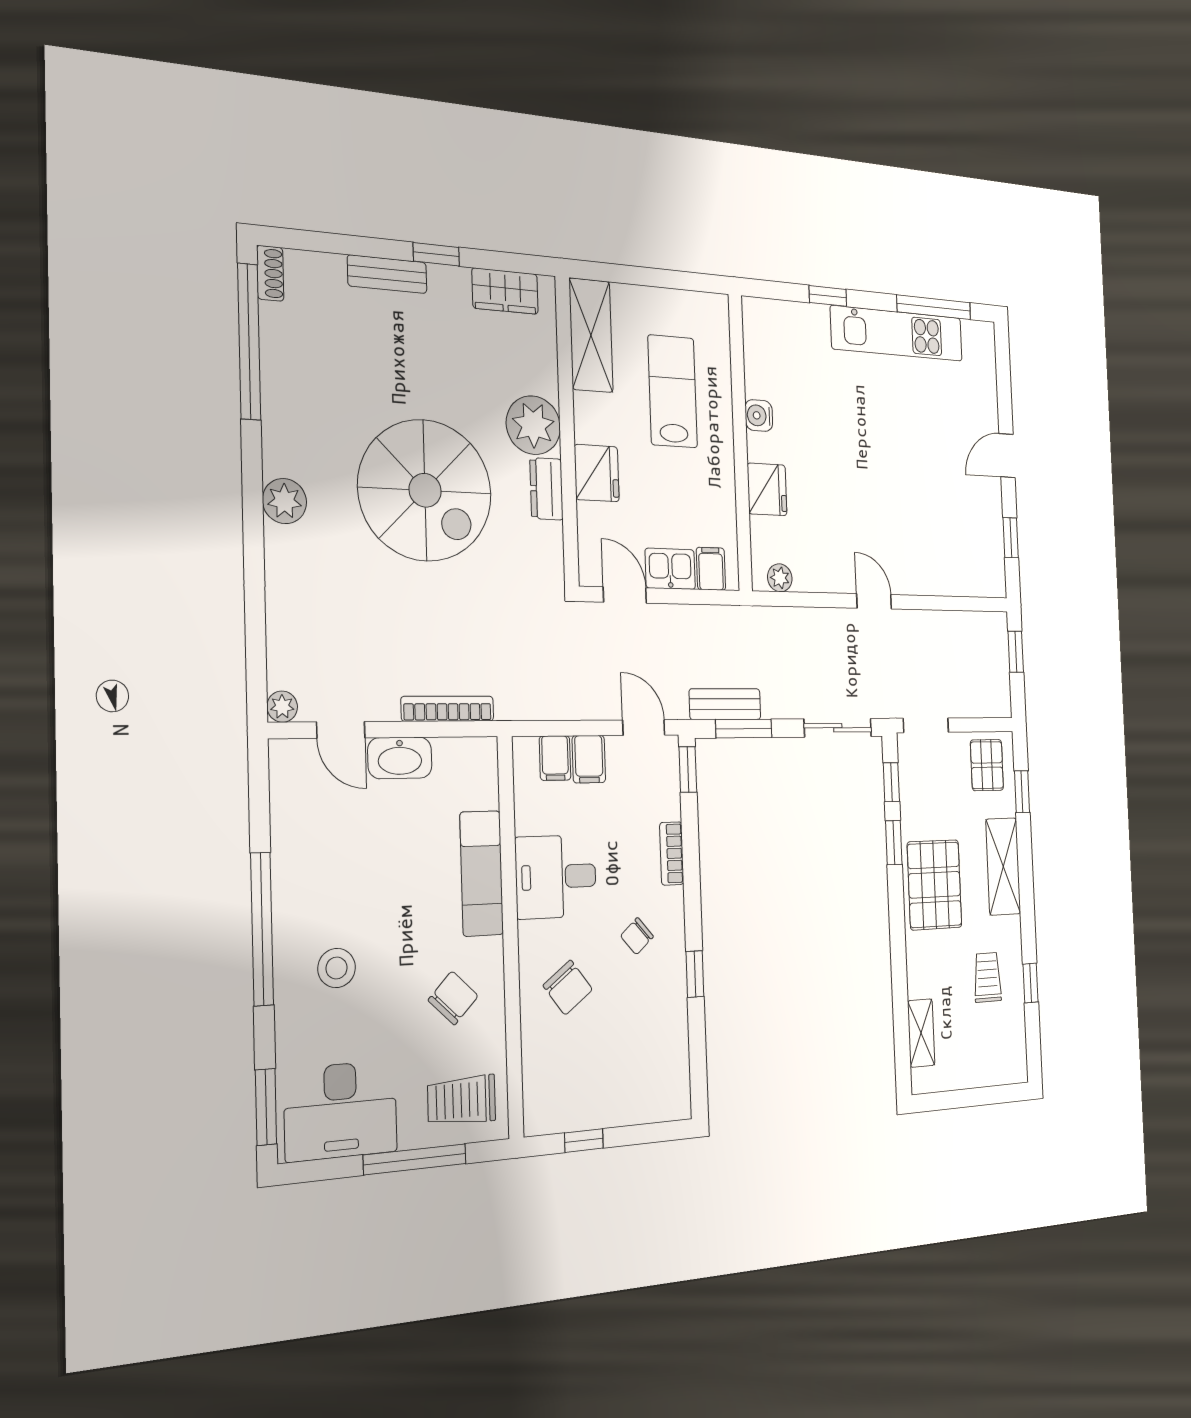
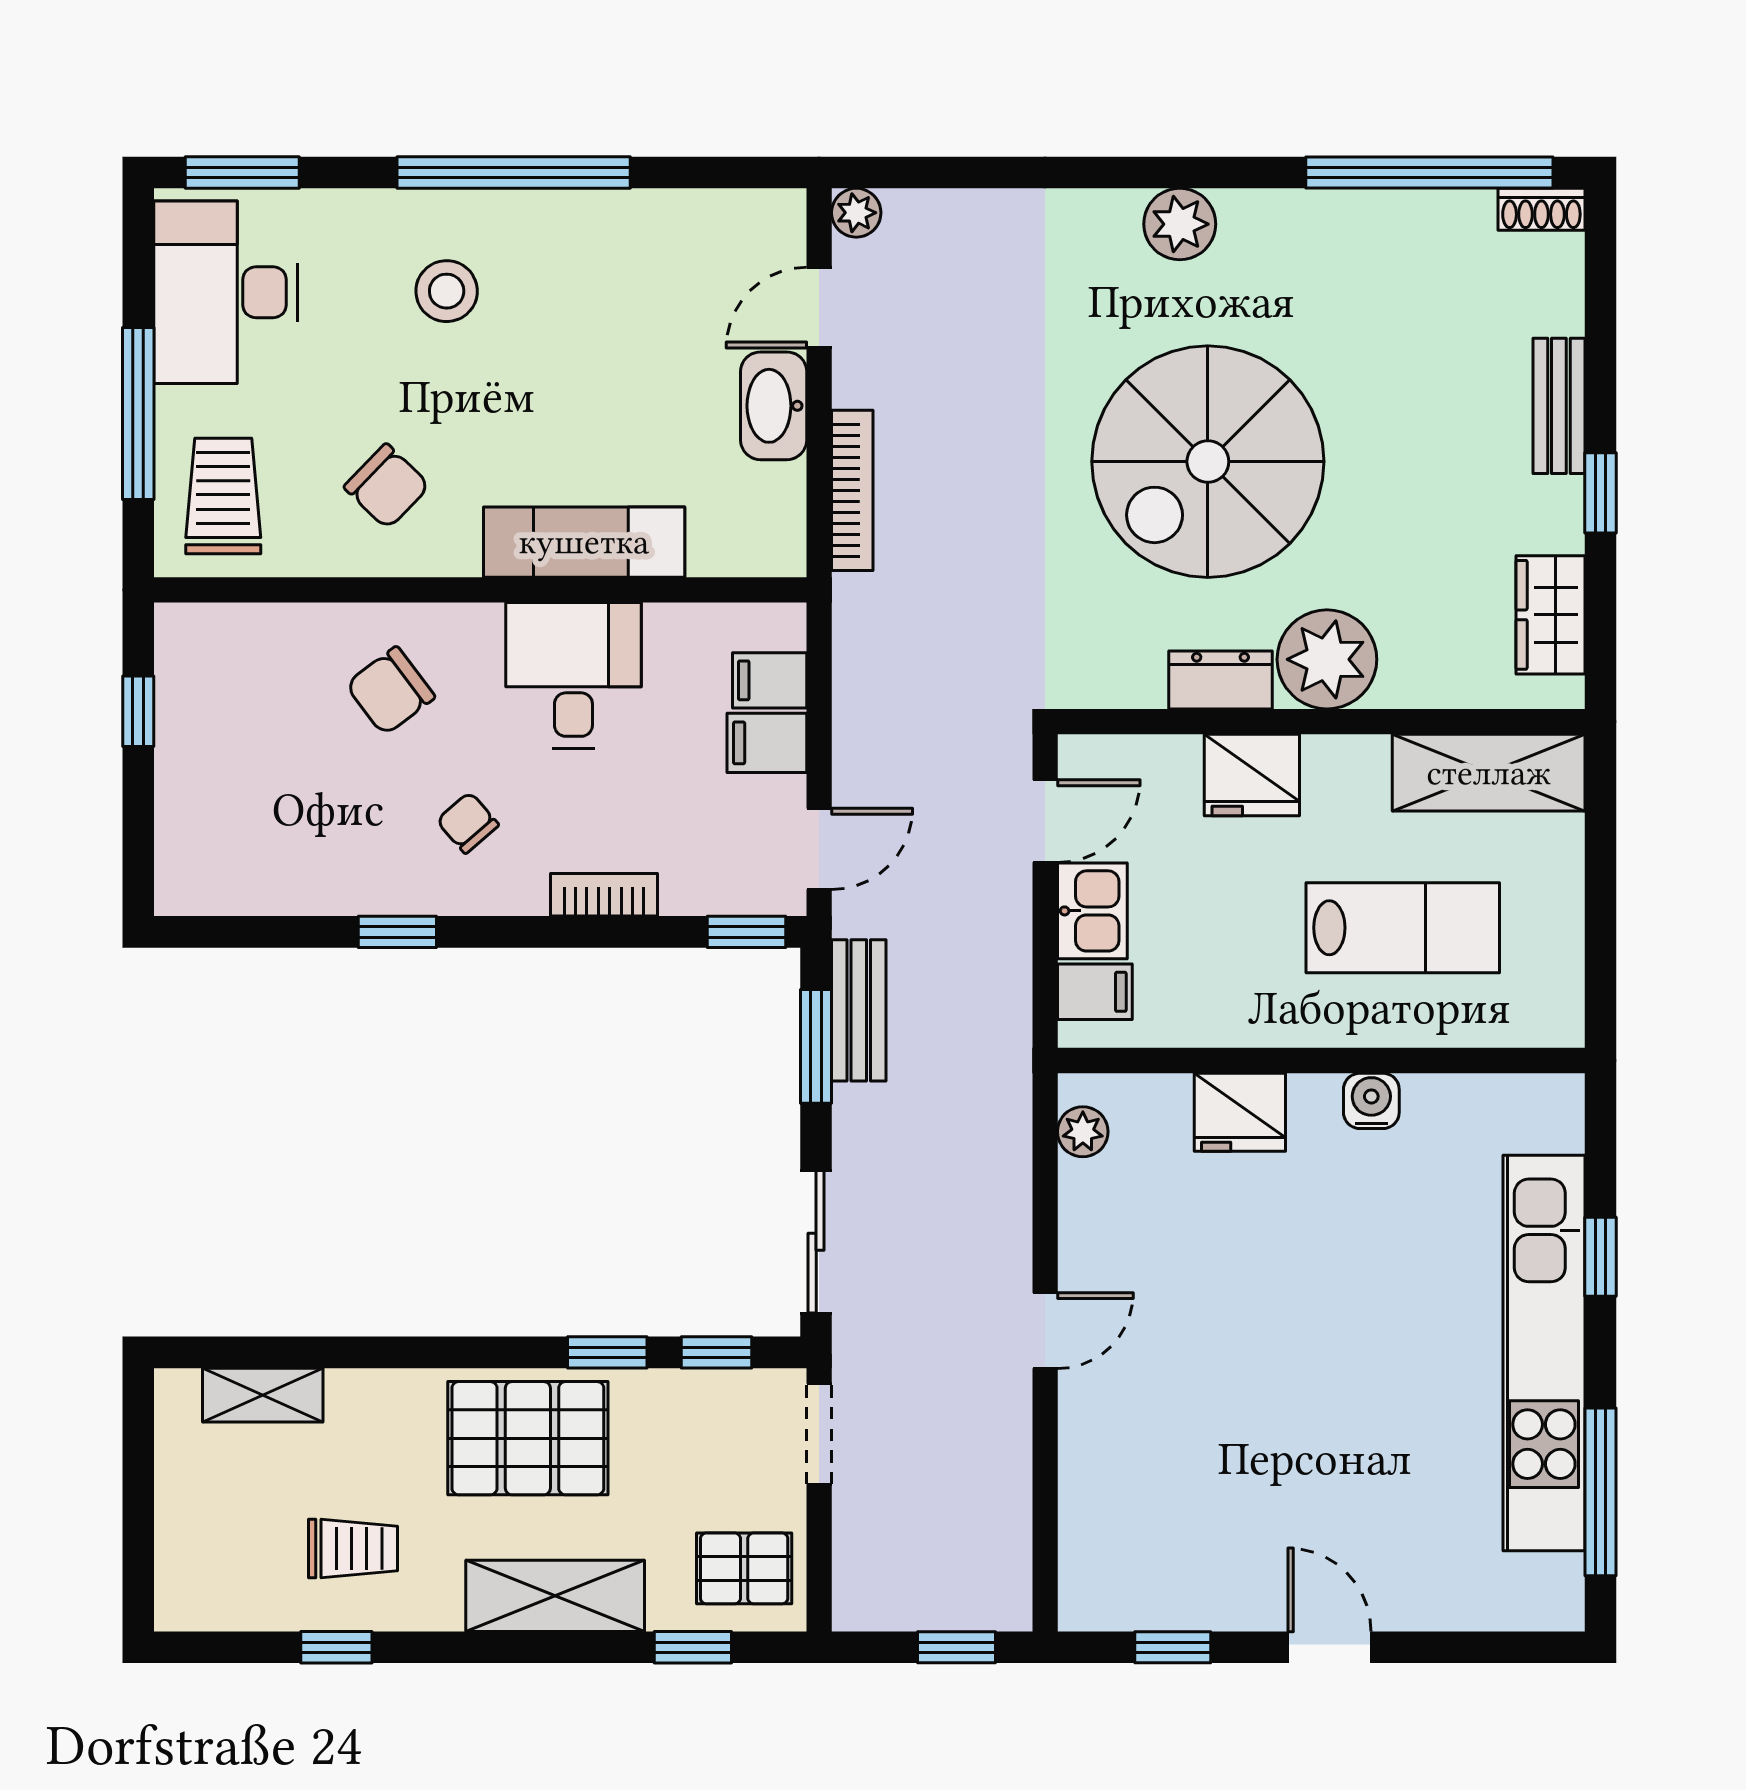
kitchen unit: (897, 333) -> (1544, 1353), width x1.36

